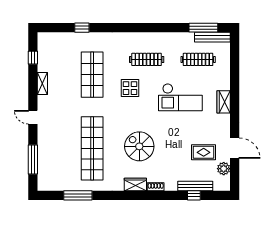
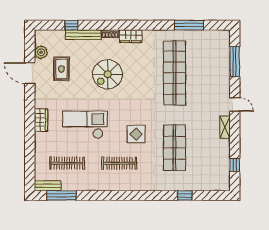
bench: (212, 37) -> (48, 186), width x0.73
shelving: (42, 83) -> (225, 127), moved
spiral stairs: (139, 146) -> (108, 74), moved, turned 90
rug: (204, 152) -> (61, 69), turned 90
bench: (195, 186) -> (83, 35), moved

